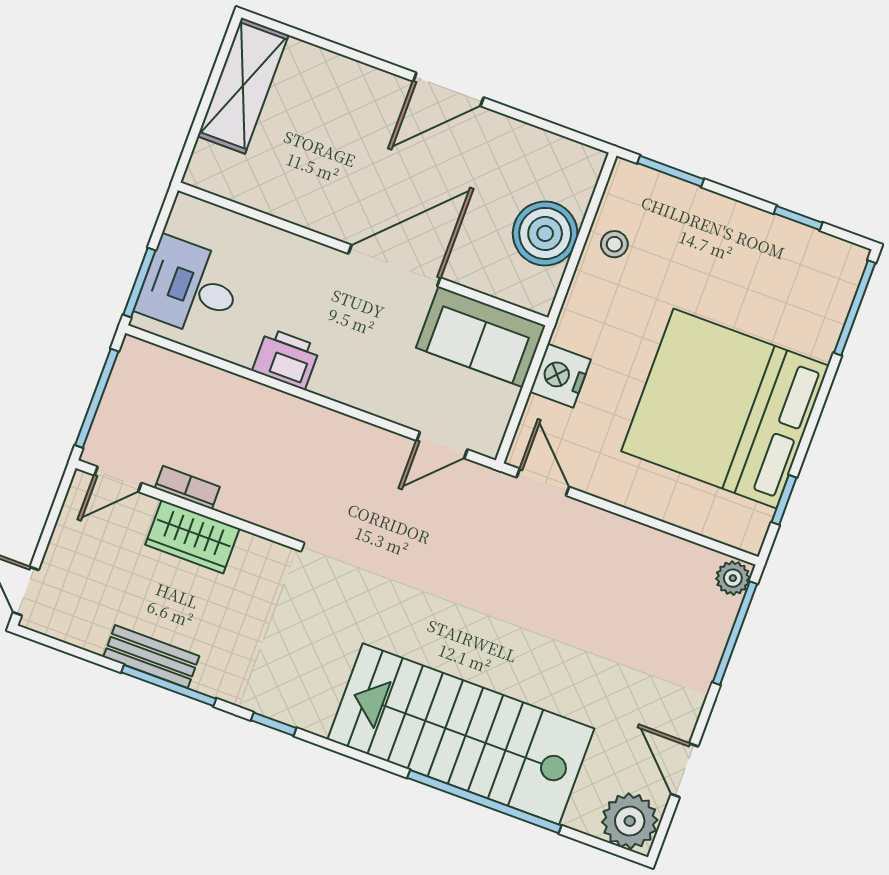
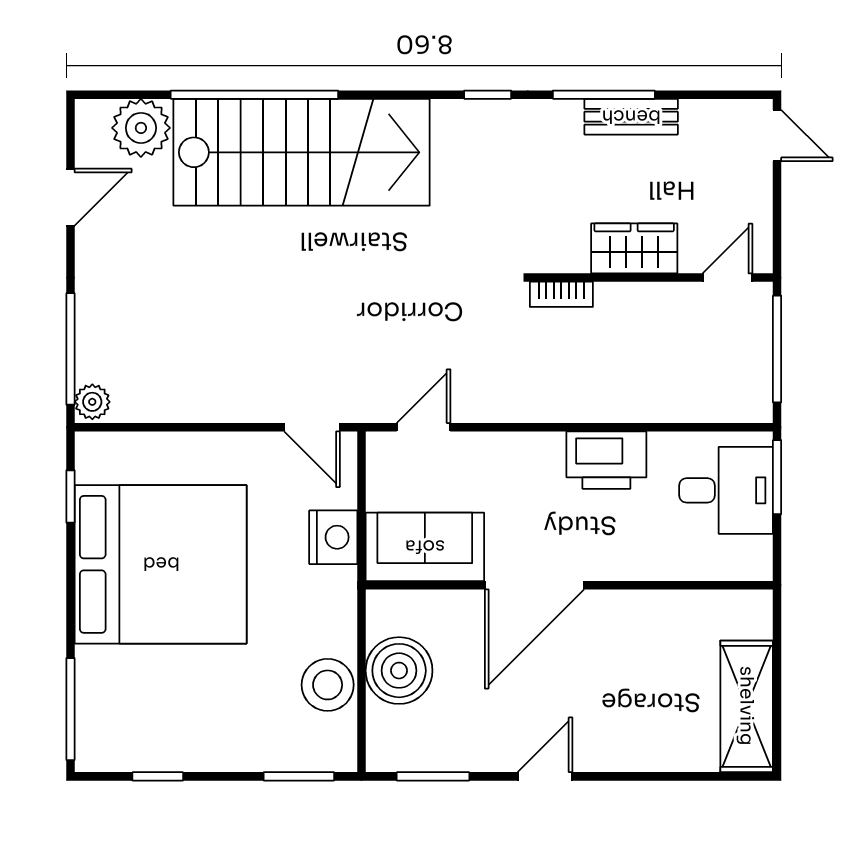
door: (448, 89) -> (545, 776), width x0.73
window: (550, 127) -> (433, 776), added
stool: (614, 244) -> (328, 685), width x1.89, depth x1.89
printer: (286, 359) -> (606, 460), width x1.37, depth x1.19
bookcase: (187, 488) -> (561, 294), moved
door: (684, 770) -> (71, 197), hinge flipped
plant: (630, 821) -> (141, 128), moved

